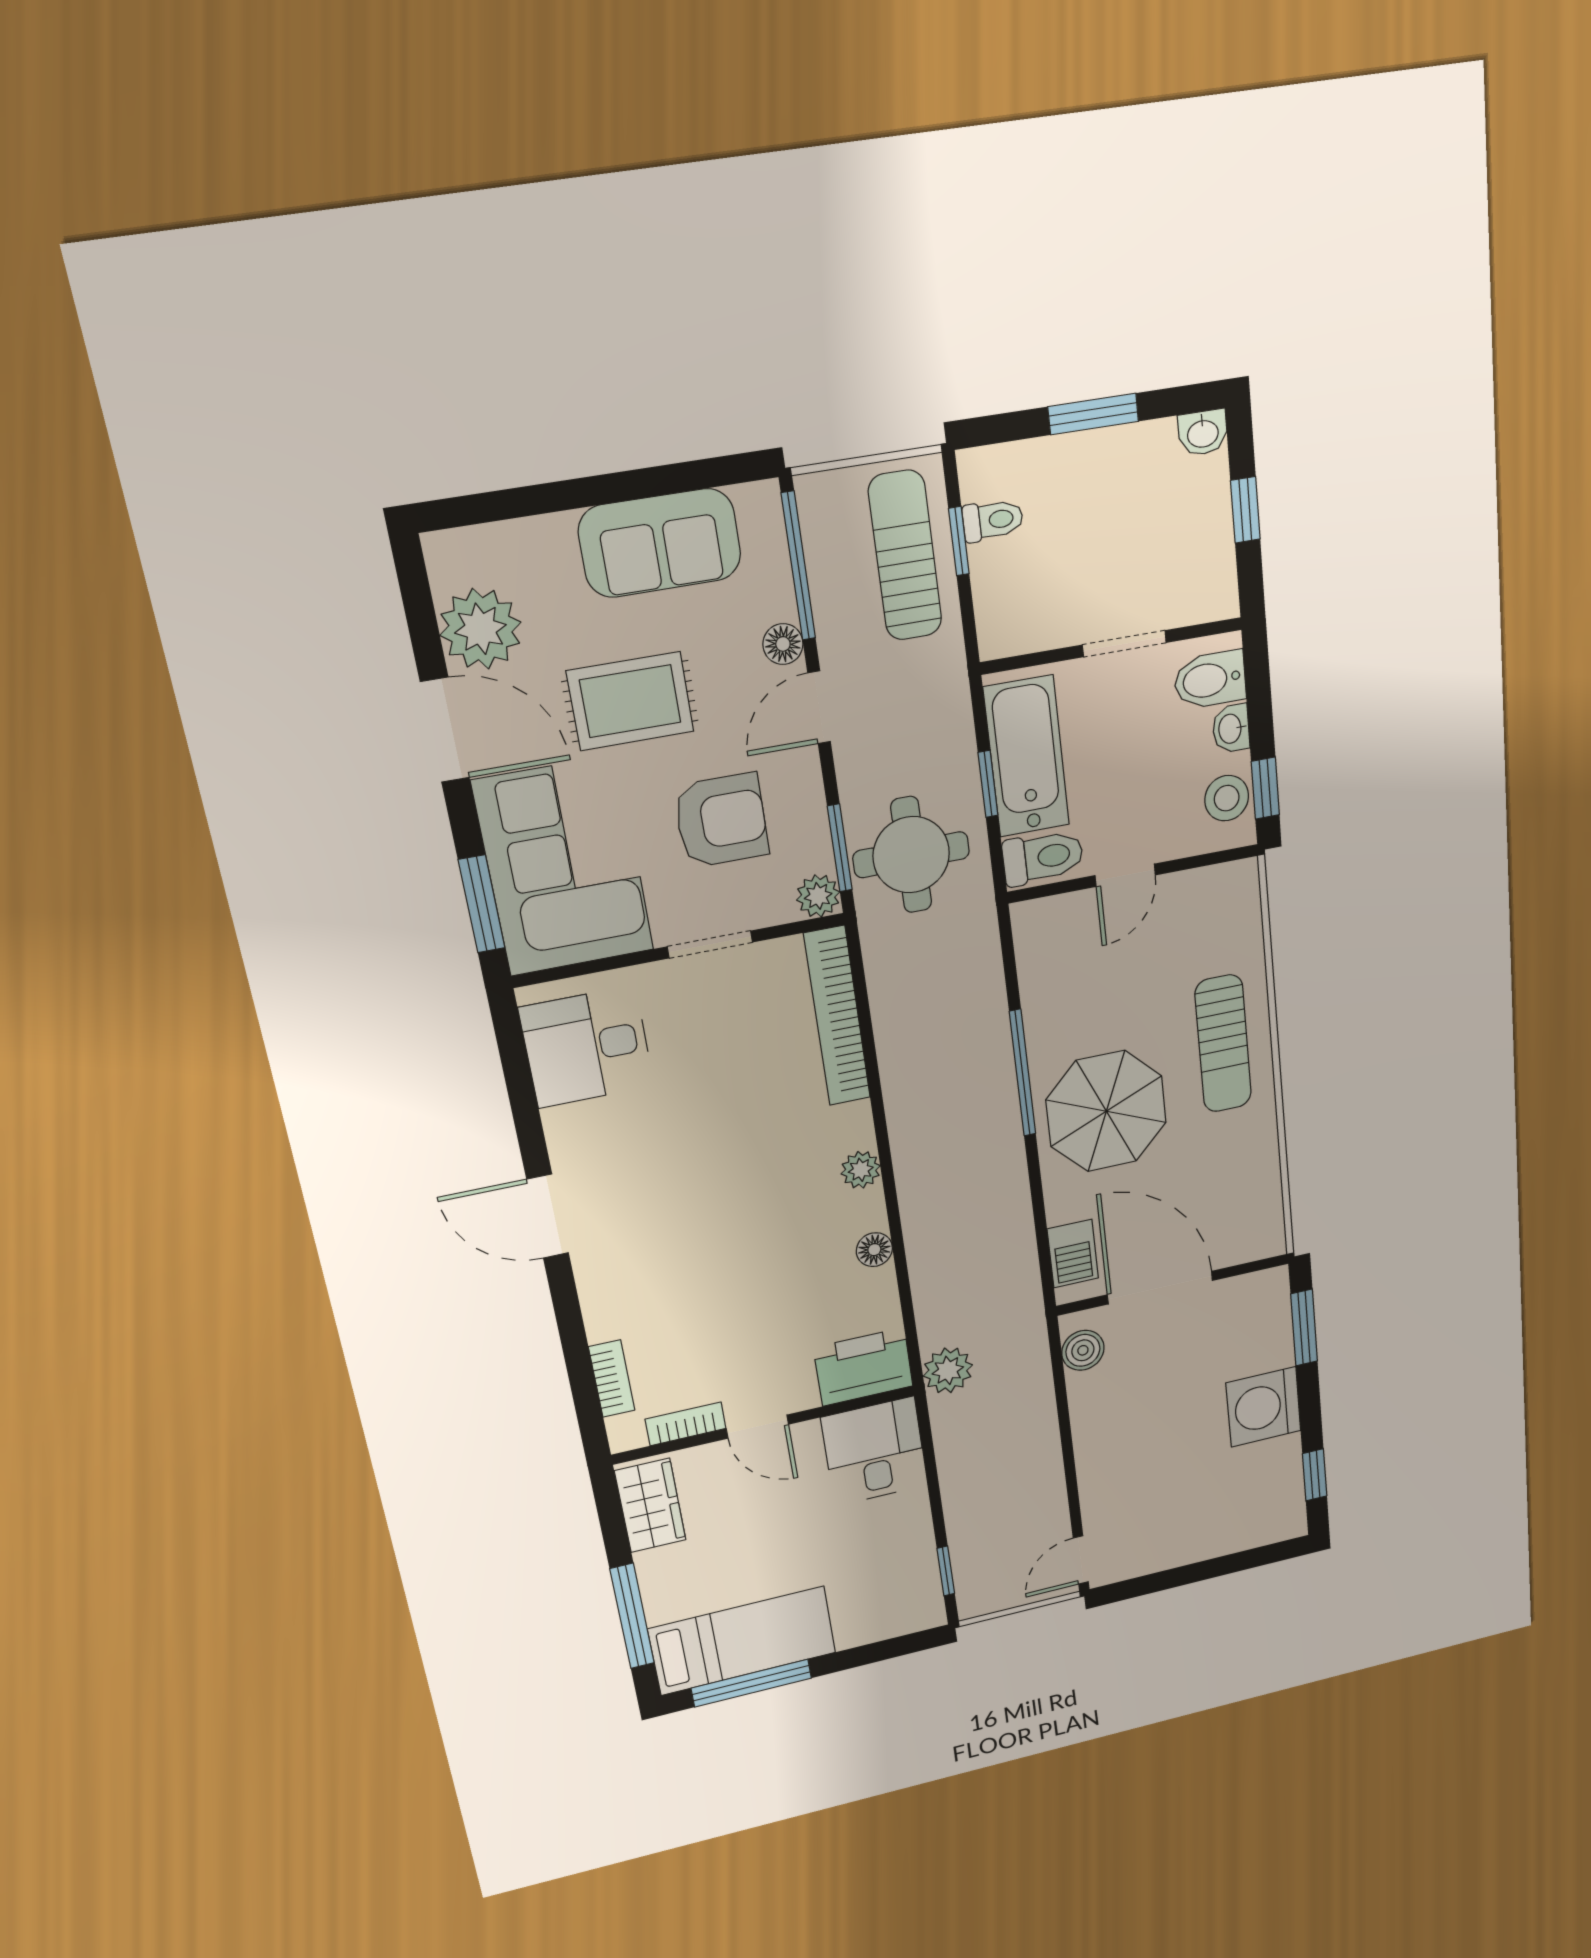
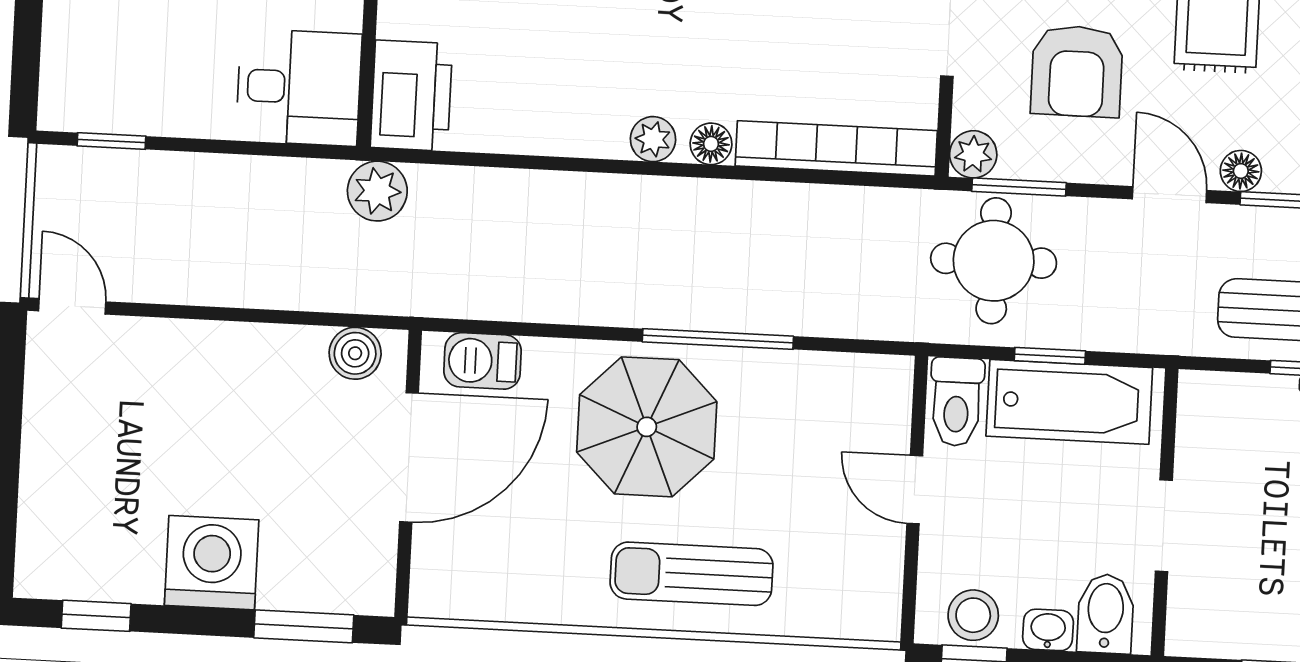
floor lamp: (874, 1250) -> (711, 144), moved

